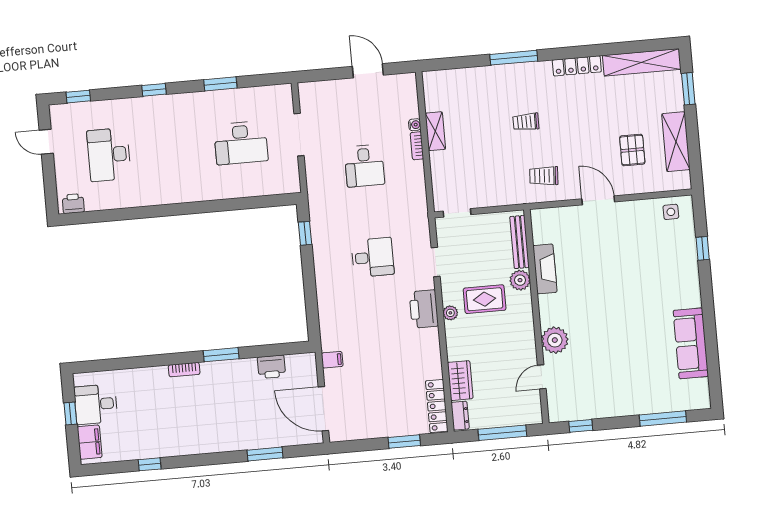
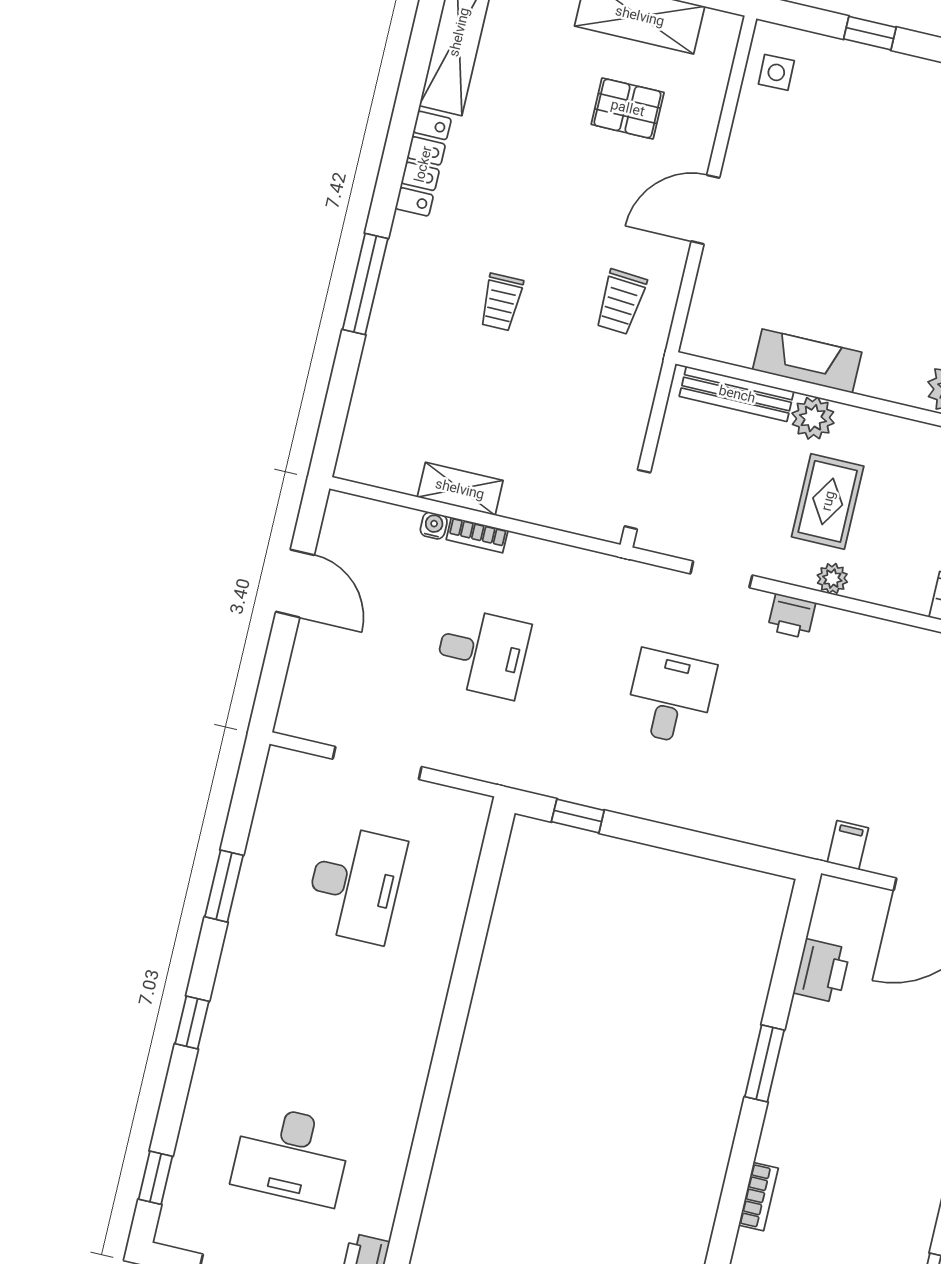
door: (368, 71) -> (295, 583), swing flipped
printer: (424, 309) -> (792, 616), width x0.53, depth x0.68
bookcase: (184, 370) -> (758, 1197), moved

